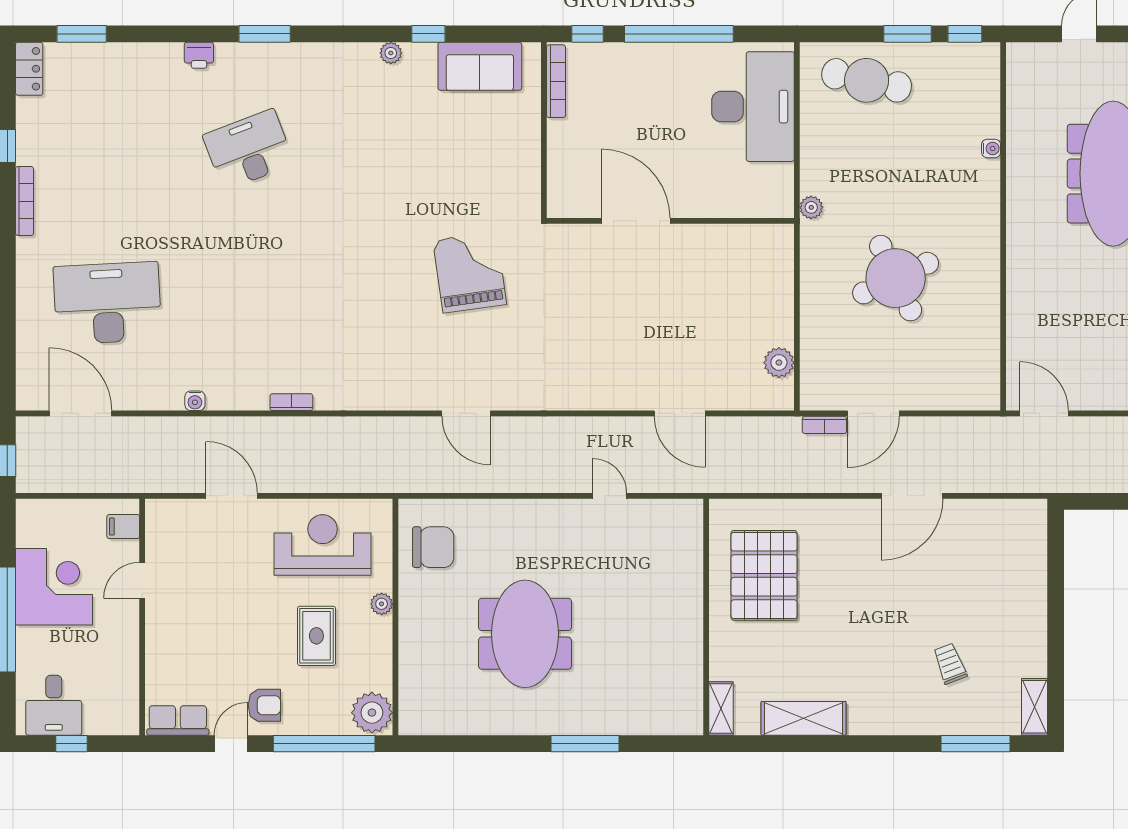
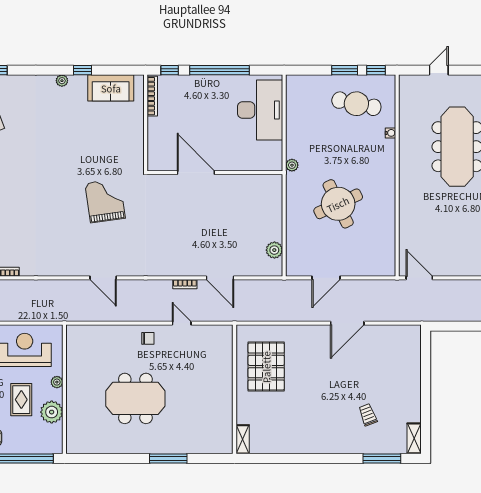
cafe table: (867, 80) -> (356, 104), moved
bookcase: (824, 425) -> (185, 284), moved
chair: (433, 547) -> (148, 338), moved, width x0.54, depth x0.54
meeting table: (525, 634) -> (135, 398), turned 90
plant: (372, 713) -> (52, 412), moved
shelving: (804, 718) -> (288, 445), removed

